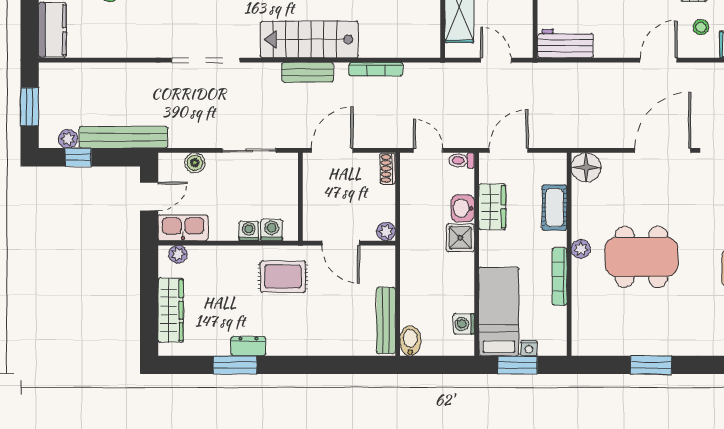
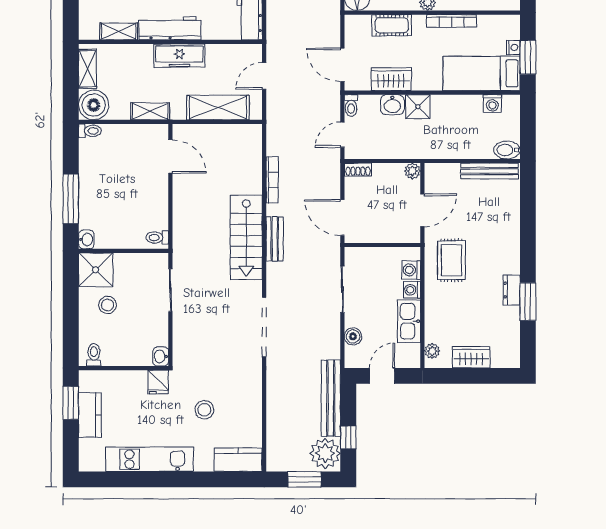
plant: (68, 139) -> (325, 453), width x1.88, depth x1.88
door: (149, 196) -> (382, 376), hinge flipped
kitchen sink: (183, 228) -> (409, 321), moved
wardrobe: (171, 310) -> (471, 357), width x0.67

